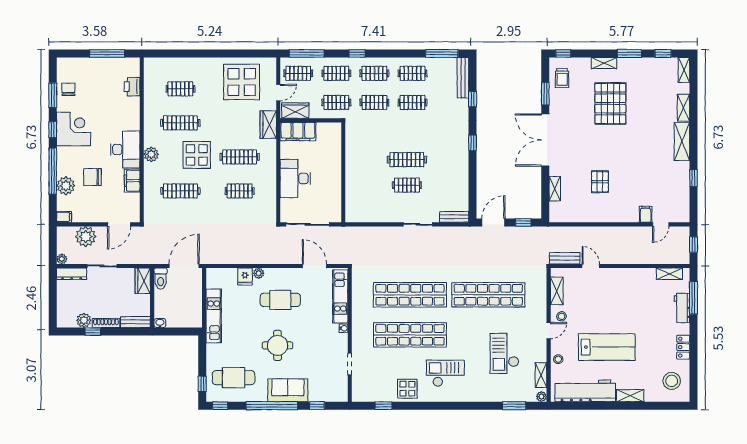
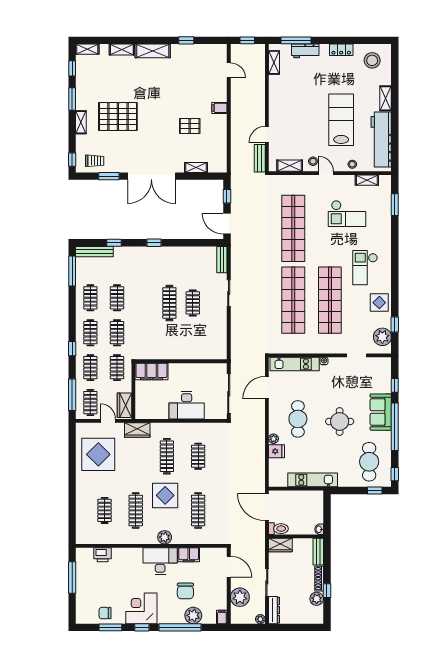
filing cabinet: (298, 132) -> (152, 372), moved, turned 90
filing cabinet: (646, 214) -> (219, 108), moved
plant: (541, 397) -> (382, 337), moved, width x1.88, depth x1.88

